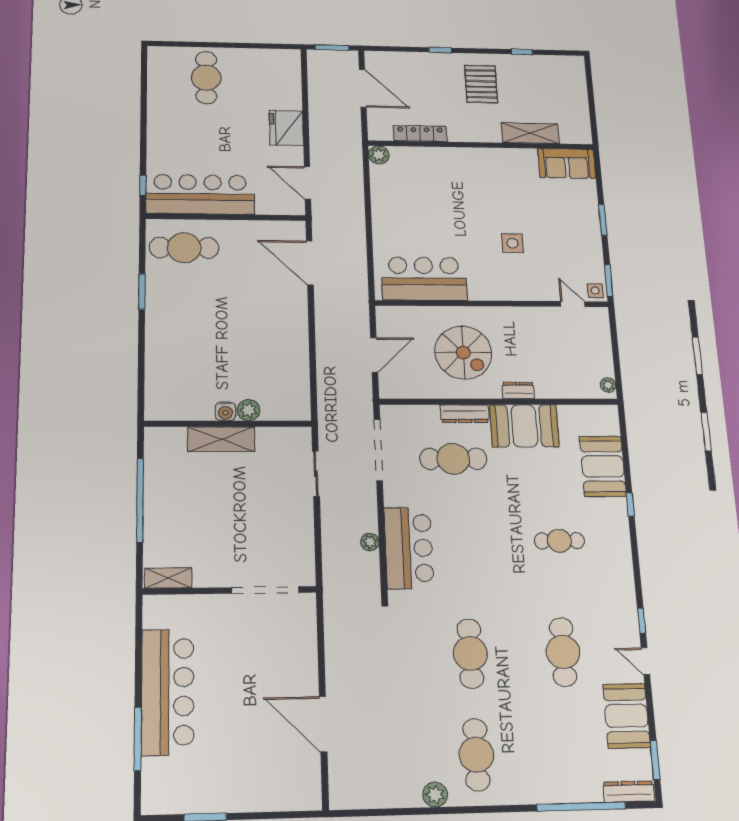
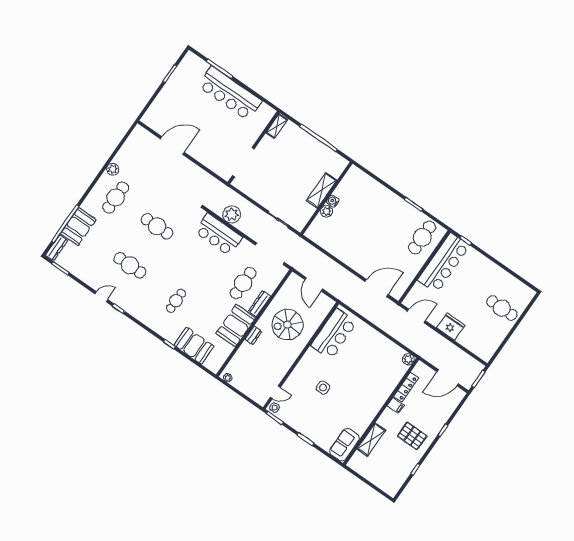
filing cabinet: (457, 131) -> (396, 405), added
plant: (370, 542) -> (232, 214), width x1.88, depth x1.88
booth: (627, 716) -> (78, 227), moved, turned 90
cafe table: (476, 755) -> (116, 198), turned 90

